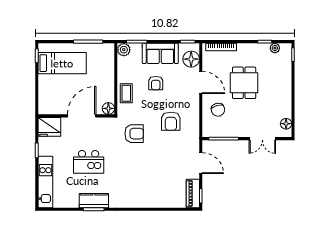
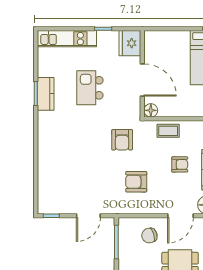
armchair: (156, 83) -> (180, 164), turned 180
piano: (193, 193) -> (54, 207), removed

